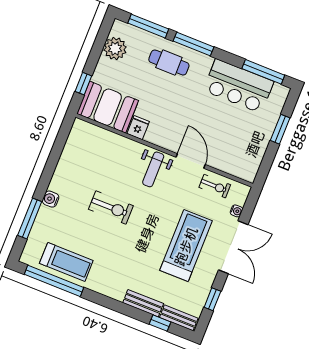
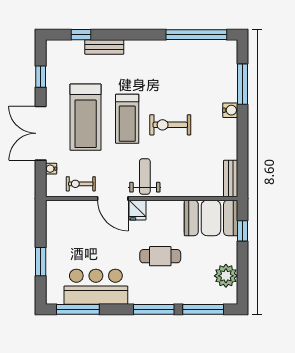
cafe table: (169, 63) -> (160, 256), moved
fridge: (138, 128) -> (137, 210), moved
treadmill: (66, 262) -> (127, 119), moved, turned -90
bench: (179, 318) -> (231, 178), moved, turned 90

